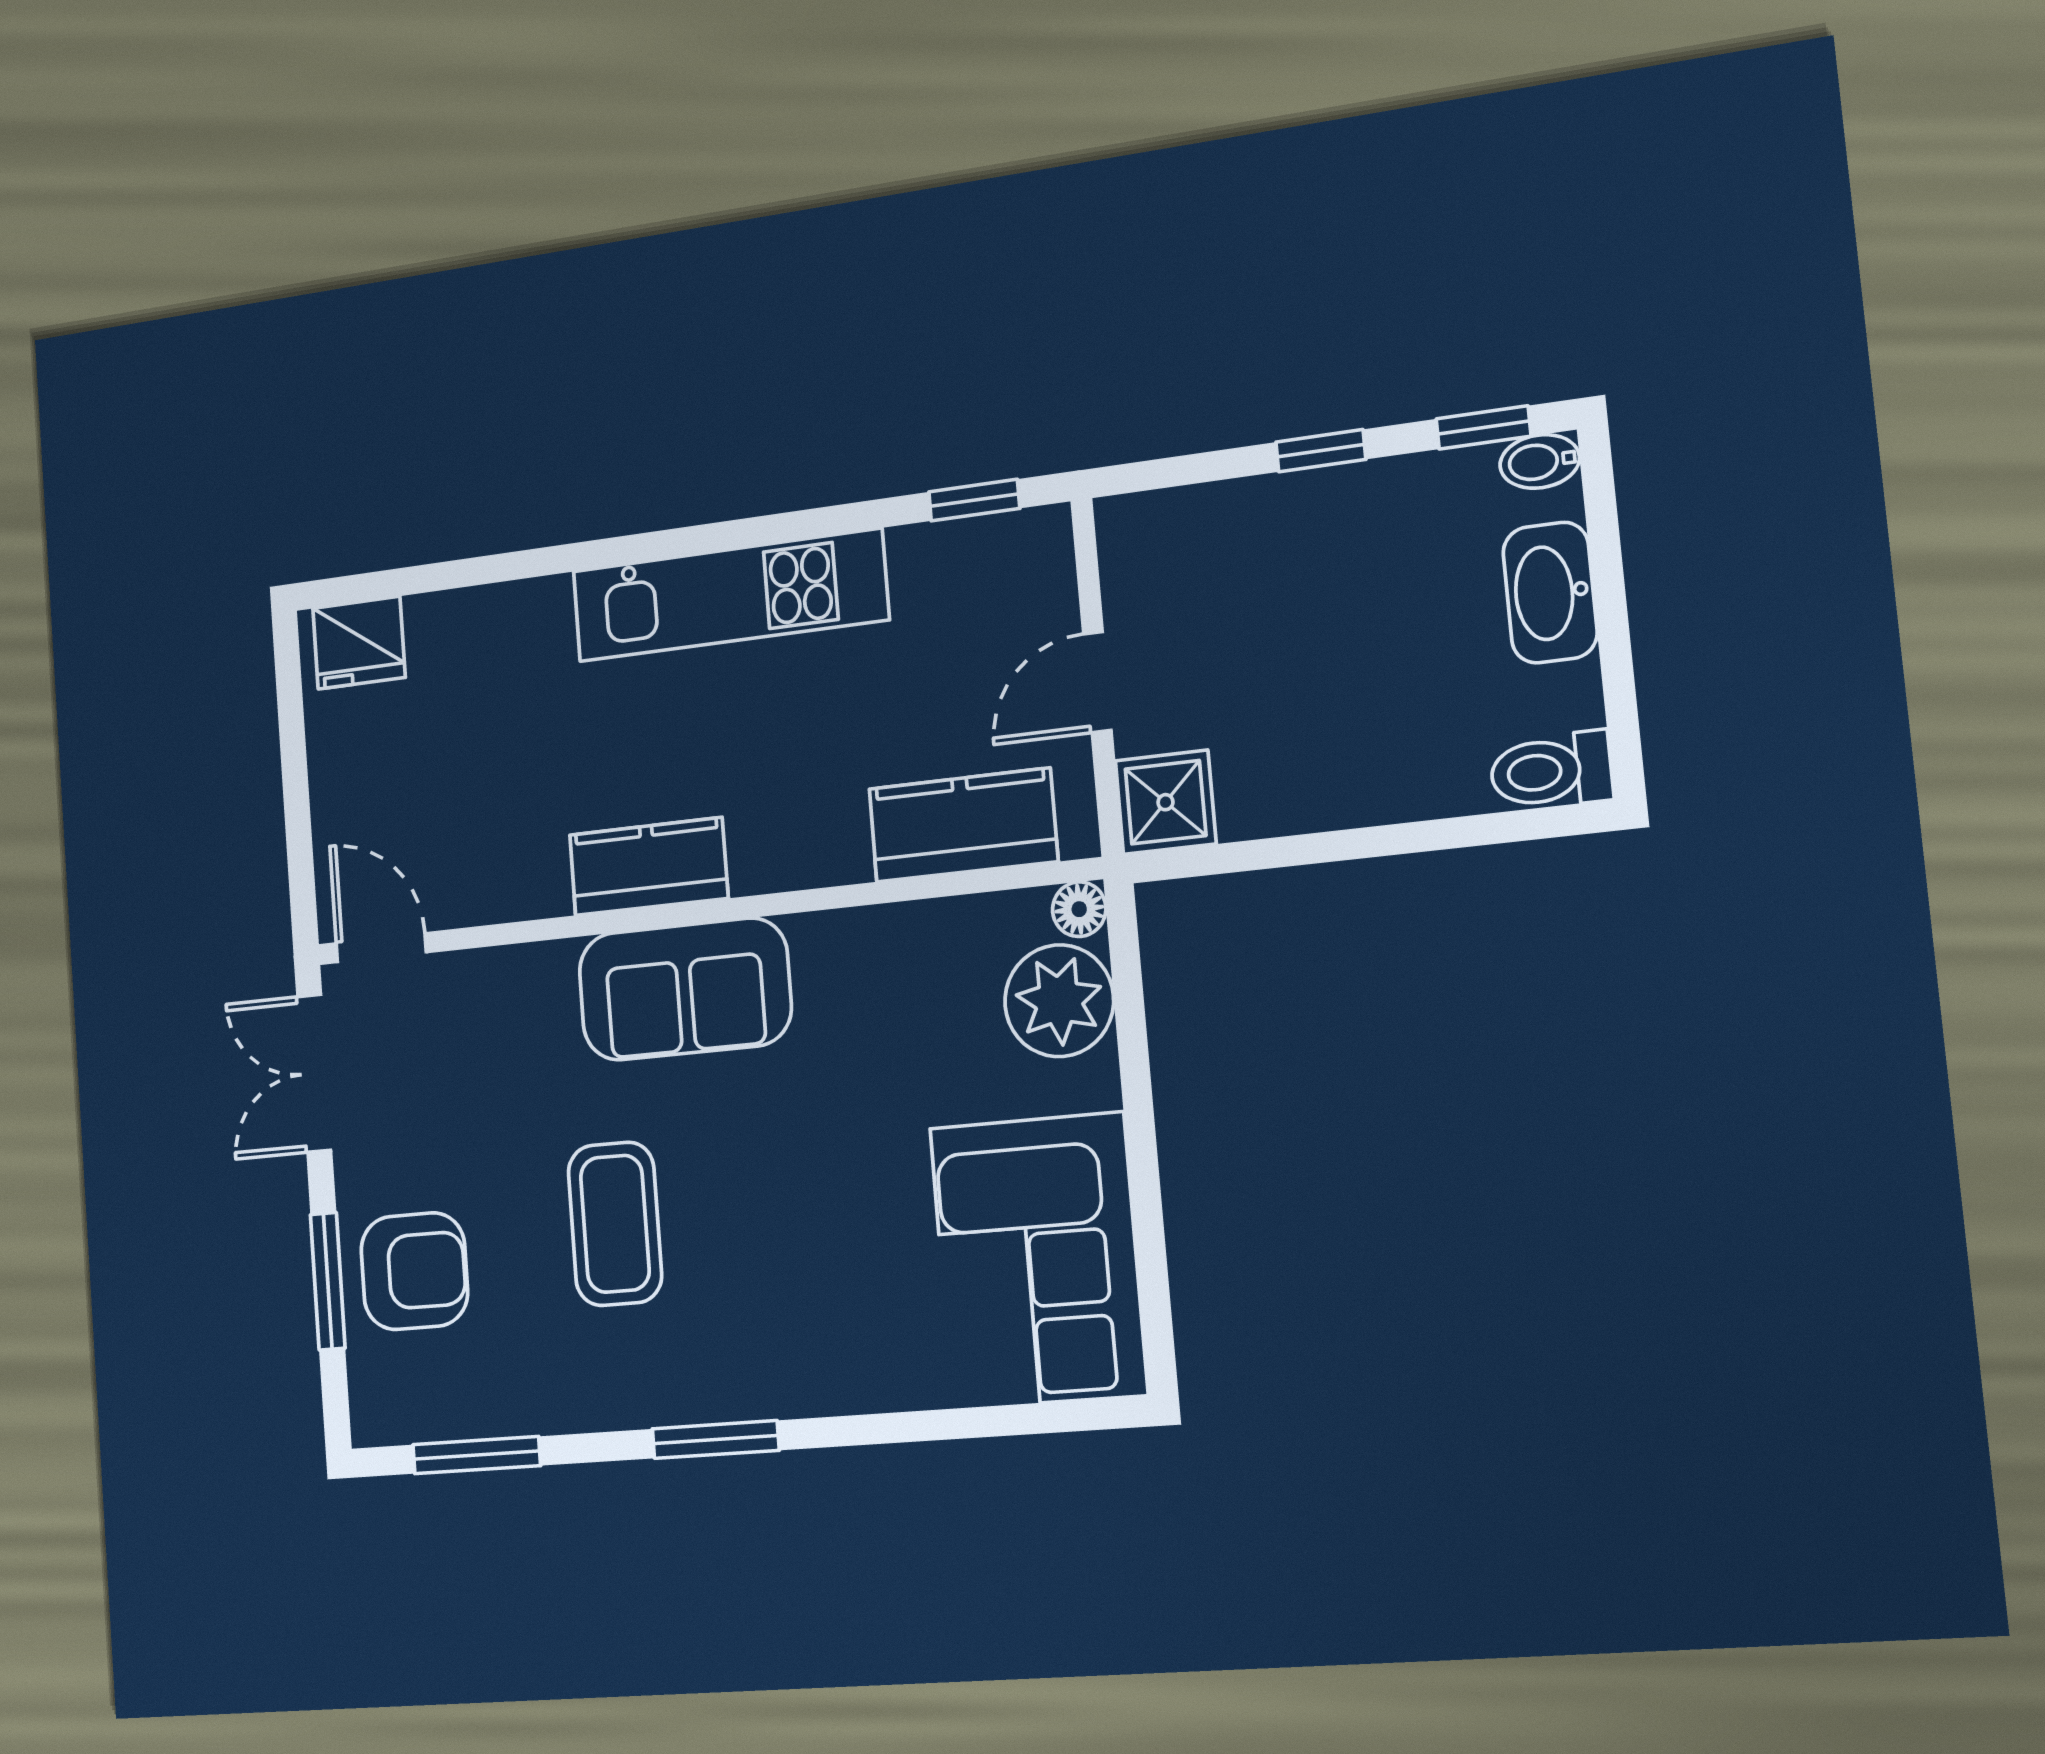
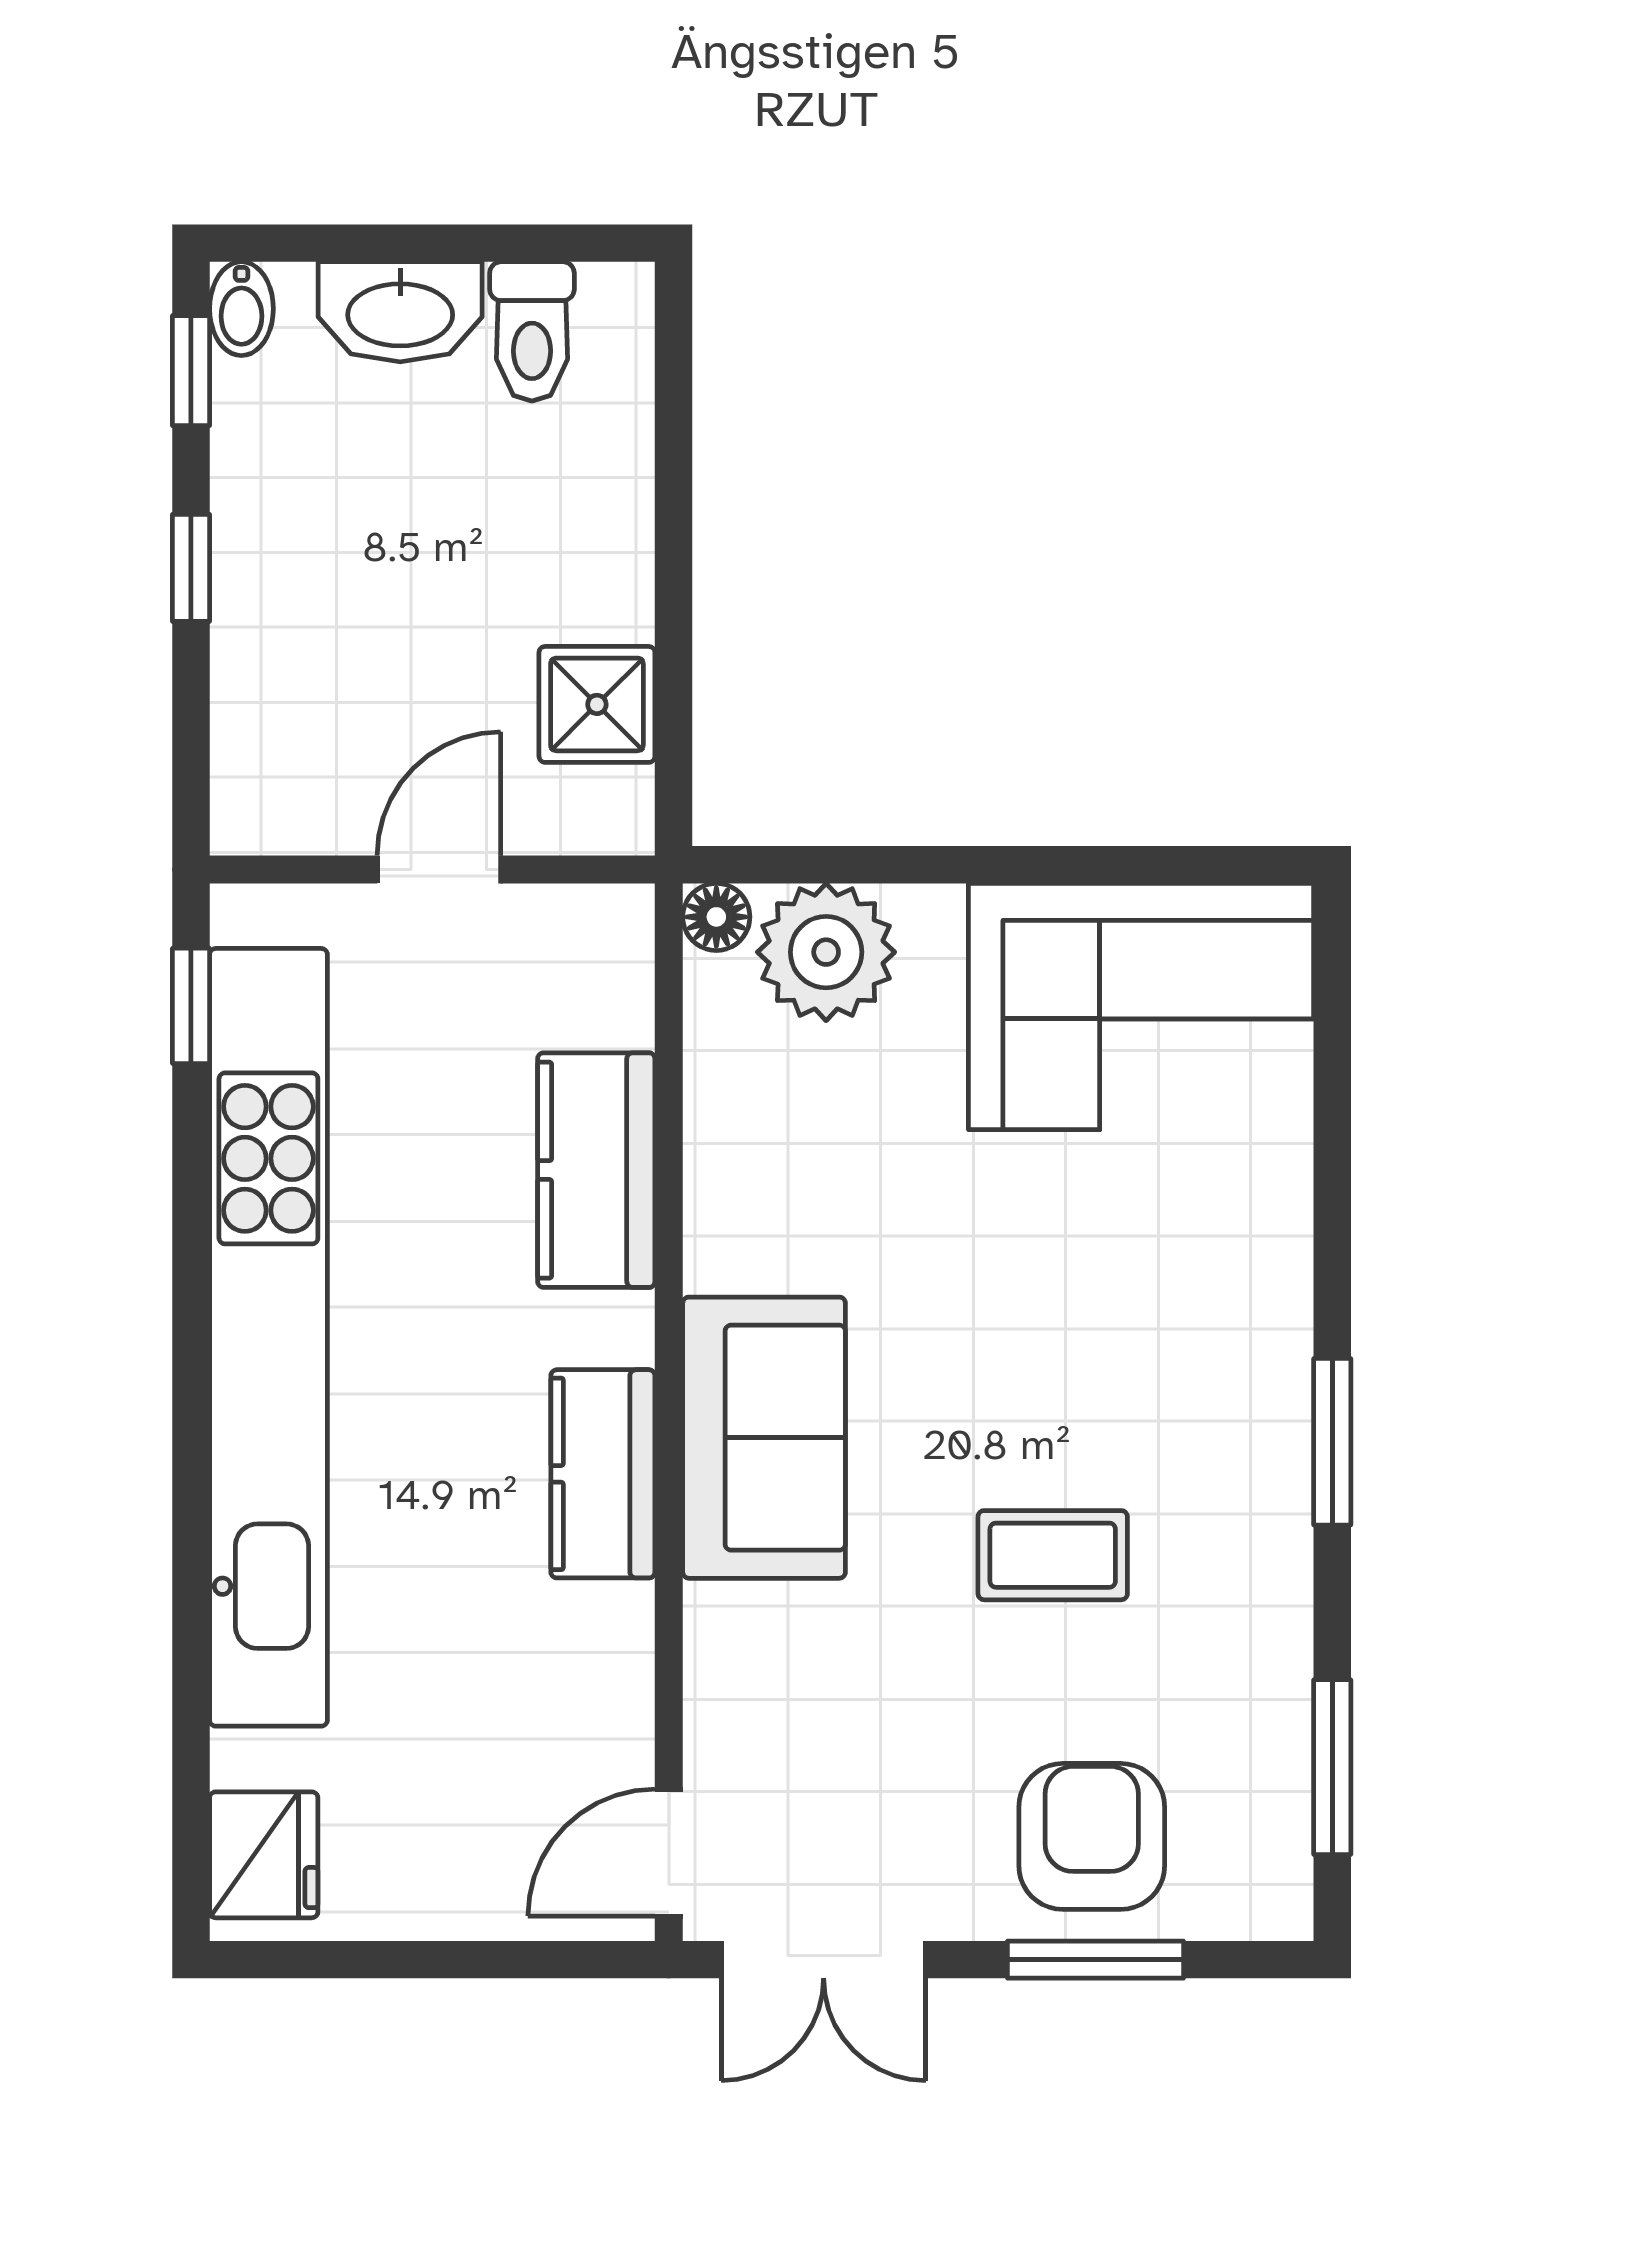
kitchen unit: (729, 595) -> (268, 1337), width x1.86
door: (1097, 682) -> (439, 869), swing flipped
toilet: (1551, 771) -> (532, 331), moved
shower: (1166, 802) -> (597, 704), moved
kitchen counter: (963, 825) -> (596, 1170), moved
coffee table: (615, 1224) -> (1053, 1555), width x0.73, depth x0.77

